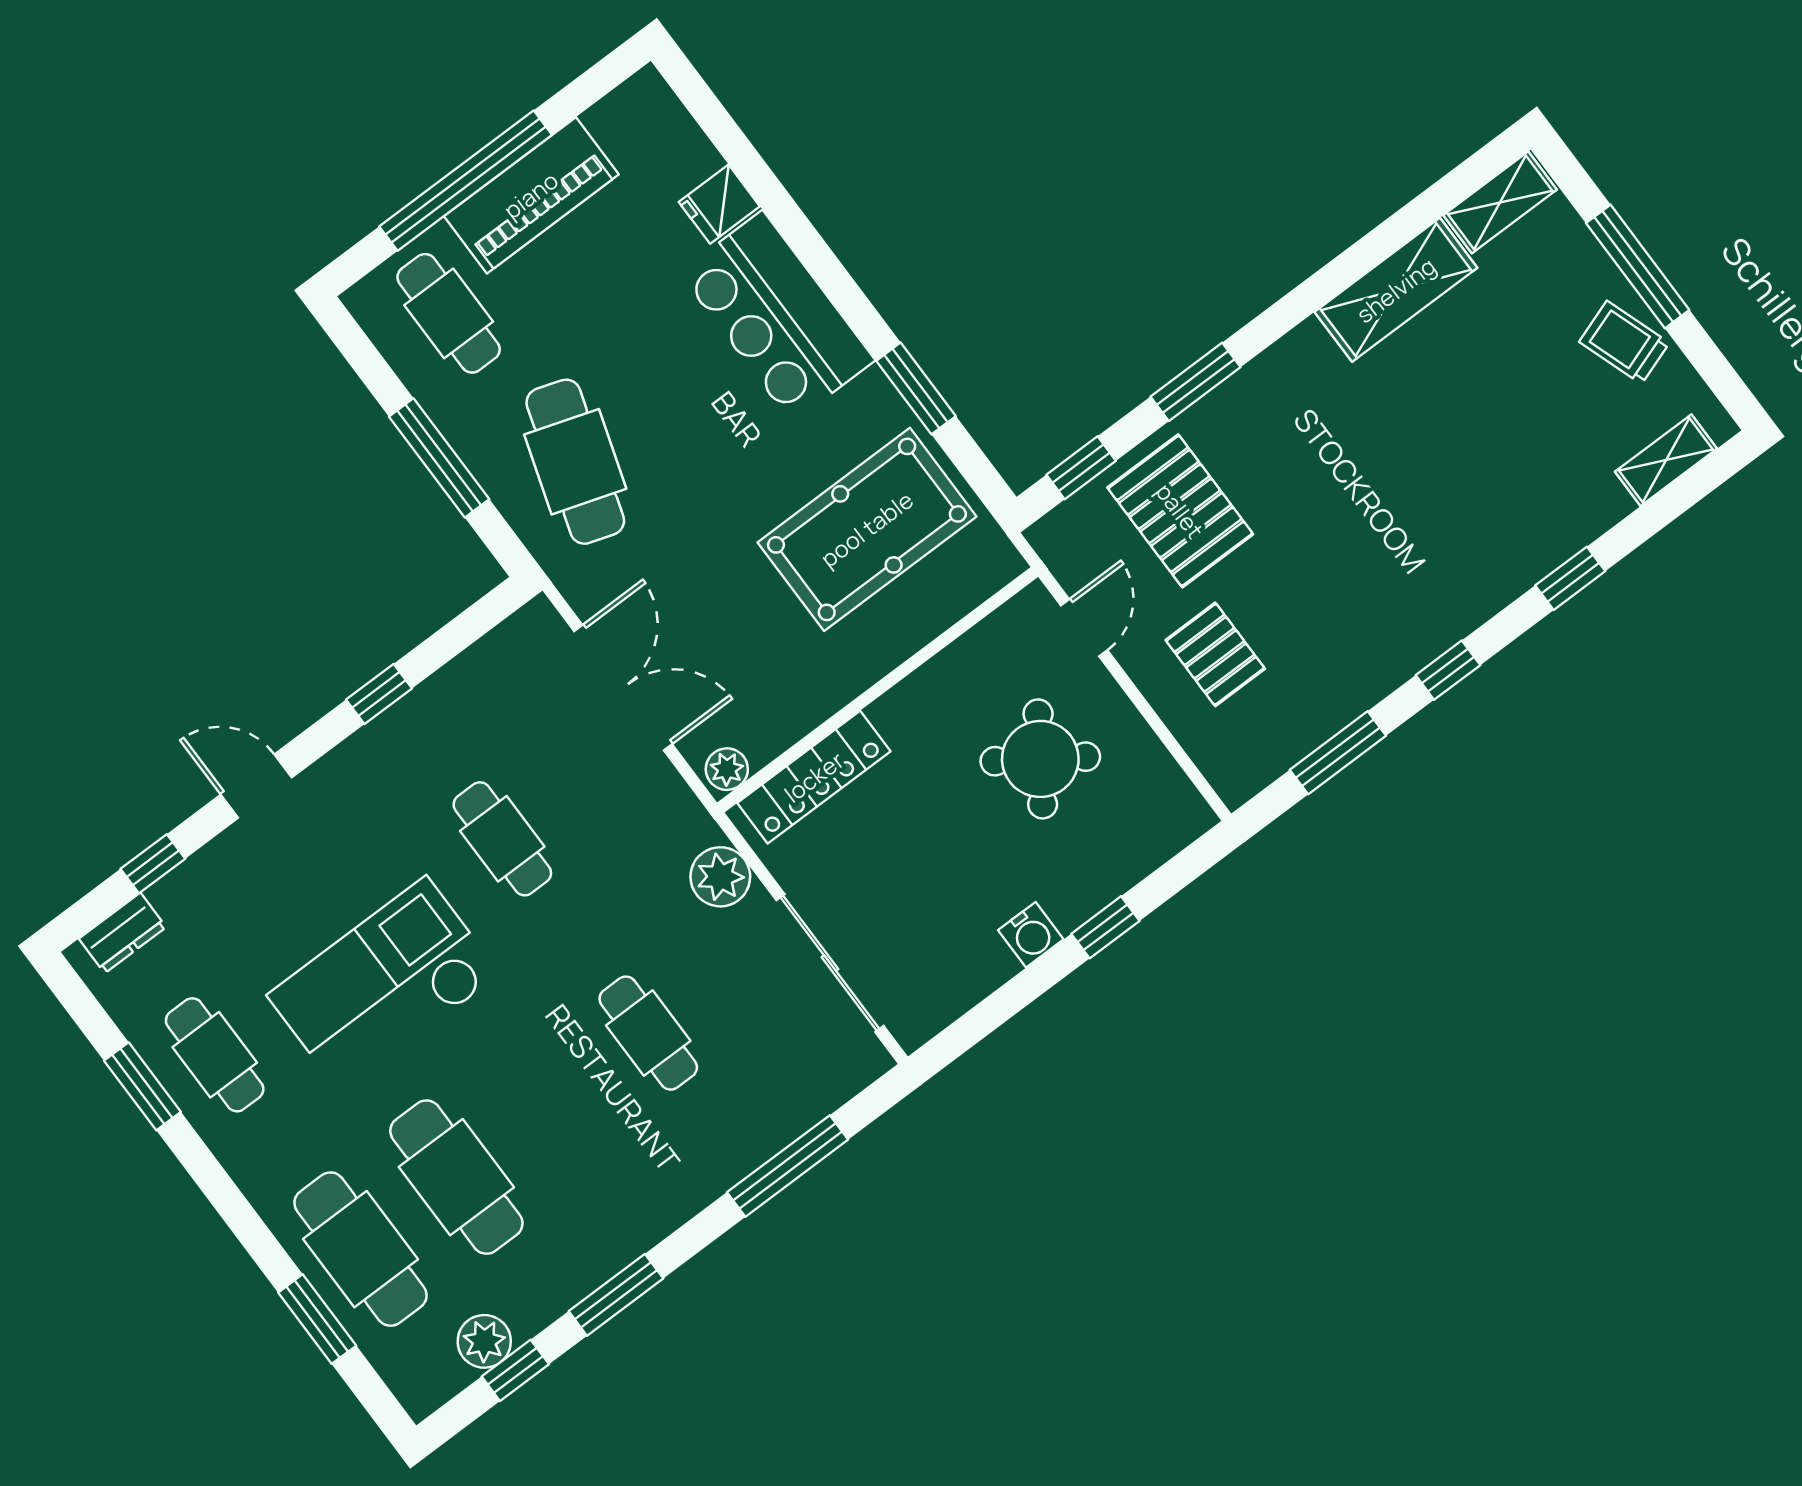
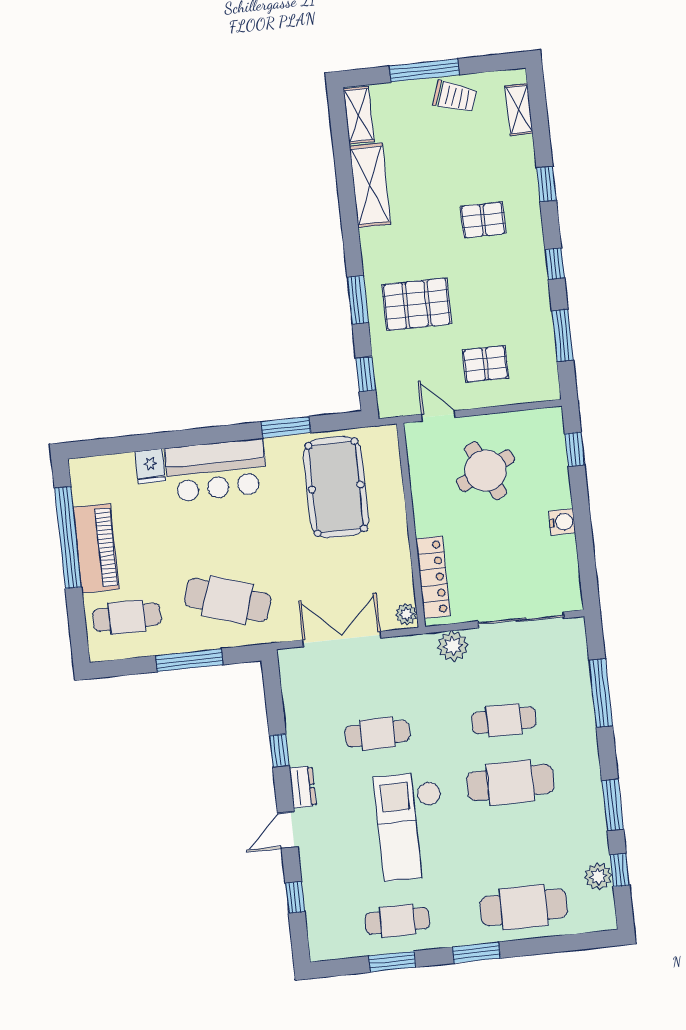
window: (466, 181) -> (68, 538), moved
trolley: (1624, 342) -> (455, 97), turned -142
pallet: (1450, 509) -> (483, 220), added
pallet: (1180, 511) -> (417, 304), moved
round table: (1040, 759) -> (486, 471), turned 31
window: (1105, 927) -> (575, 449), moved
dresser: (122, 933) -> (303, 787), moved
cafe table: (456, 1177) -> (510, 783), moved
window: (317, 1319) -> (476, 953), moved

